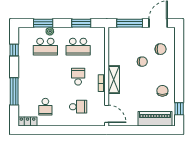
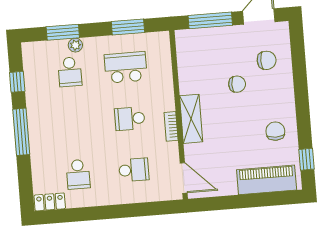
school desk: (45, 47) -> (70, 72), width x0.54
school desk: (78, 47) -> (126, 67), turned 180
school desk: (78, 77) -> (130, 119), turned -90
window: (14, 91) -> (21, 132), moved

